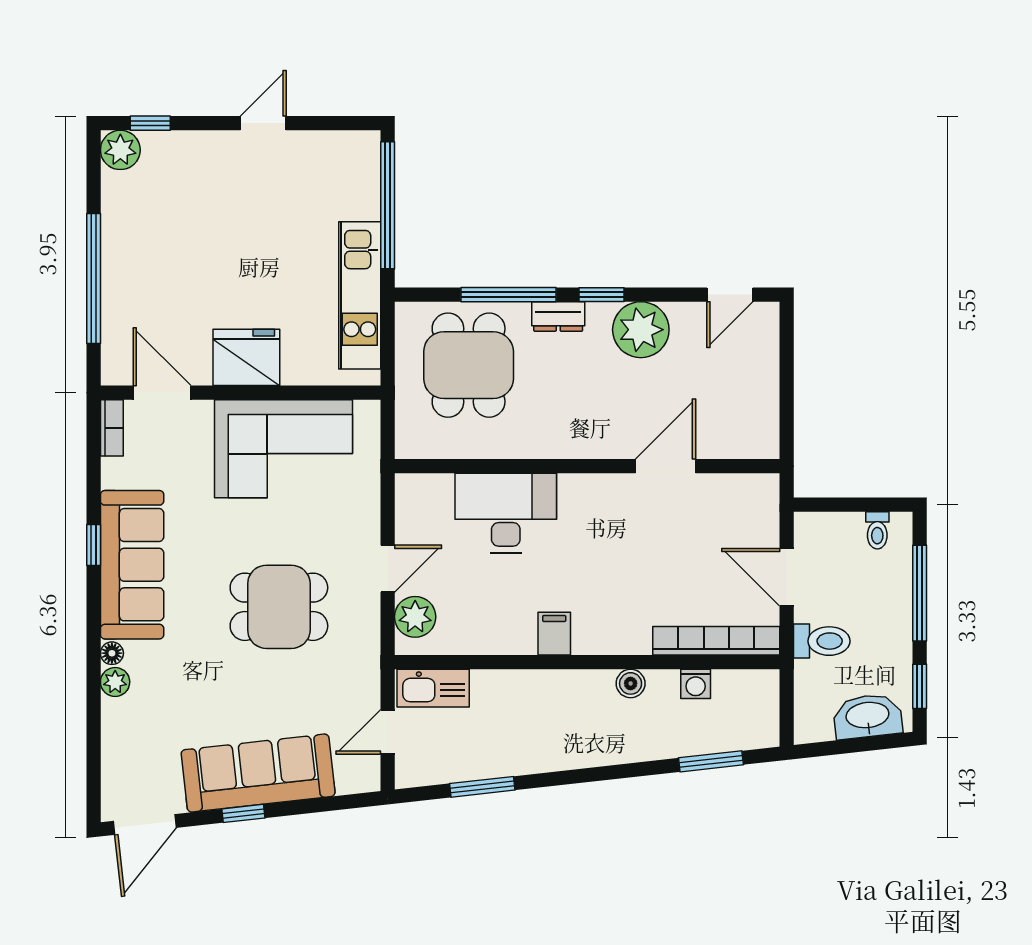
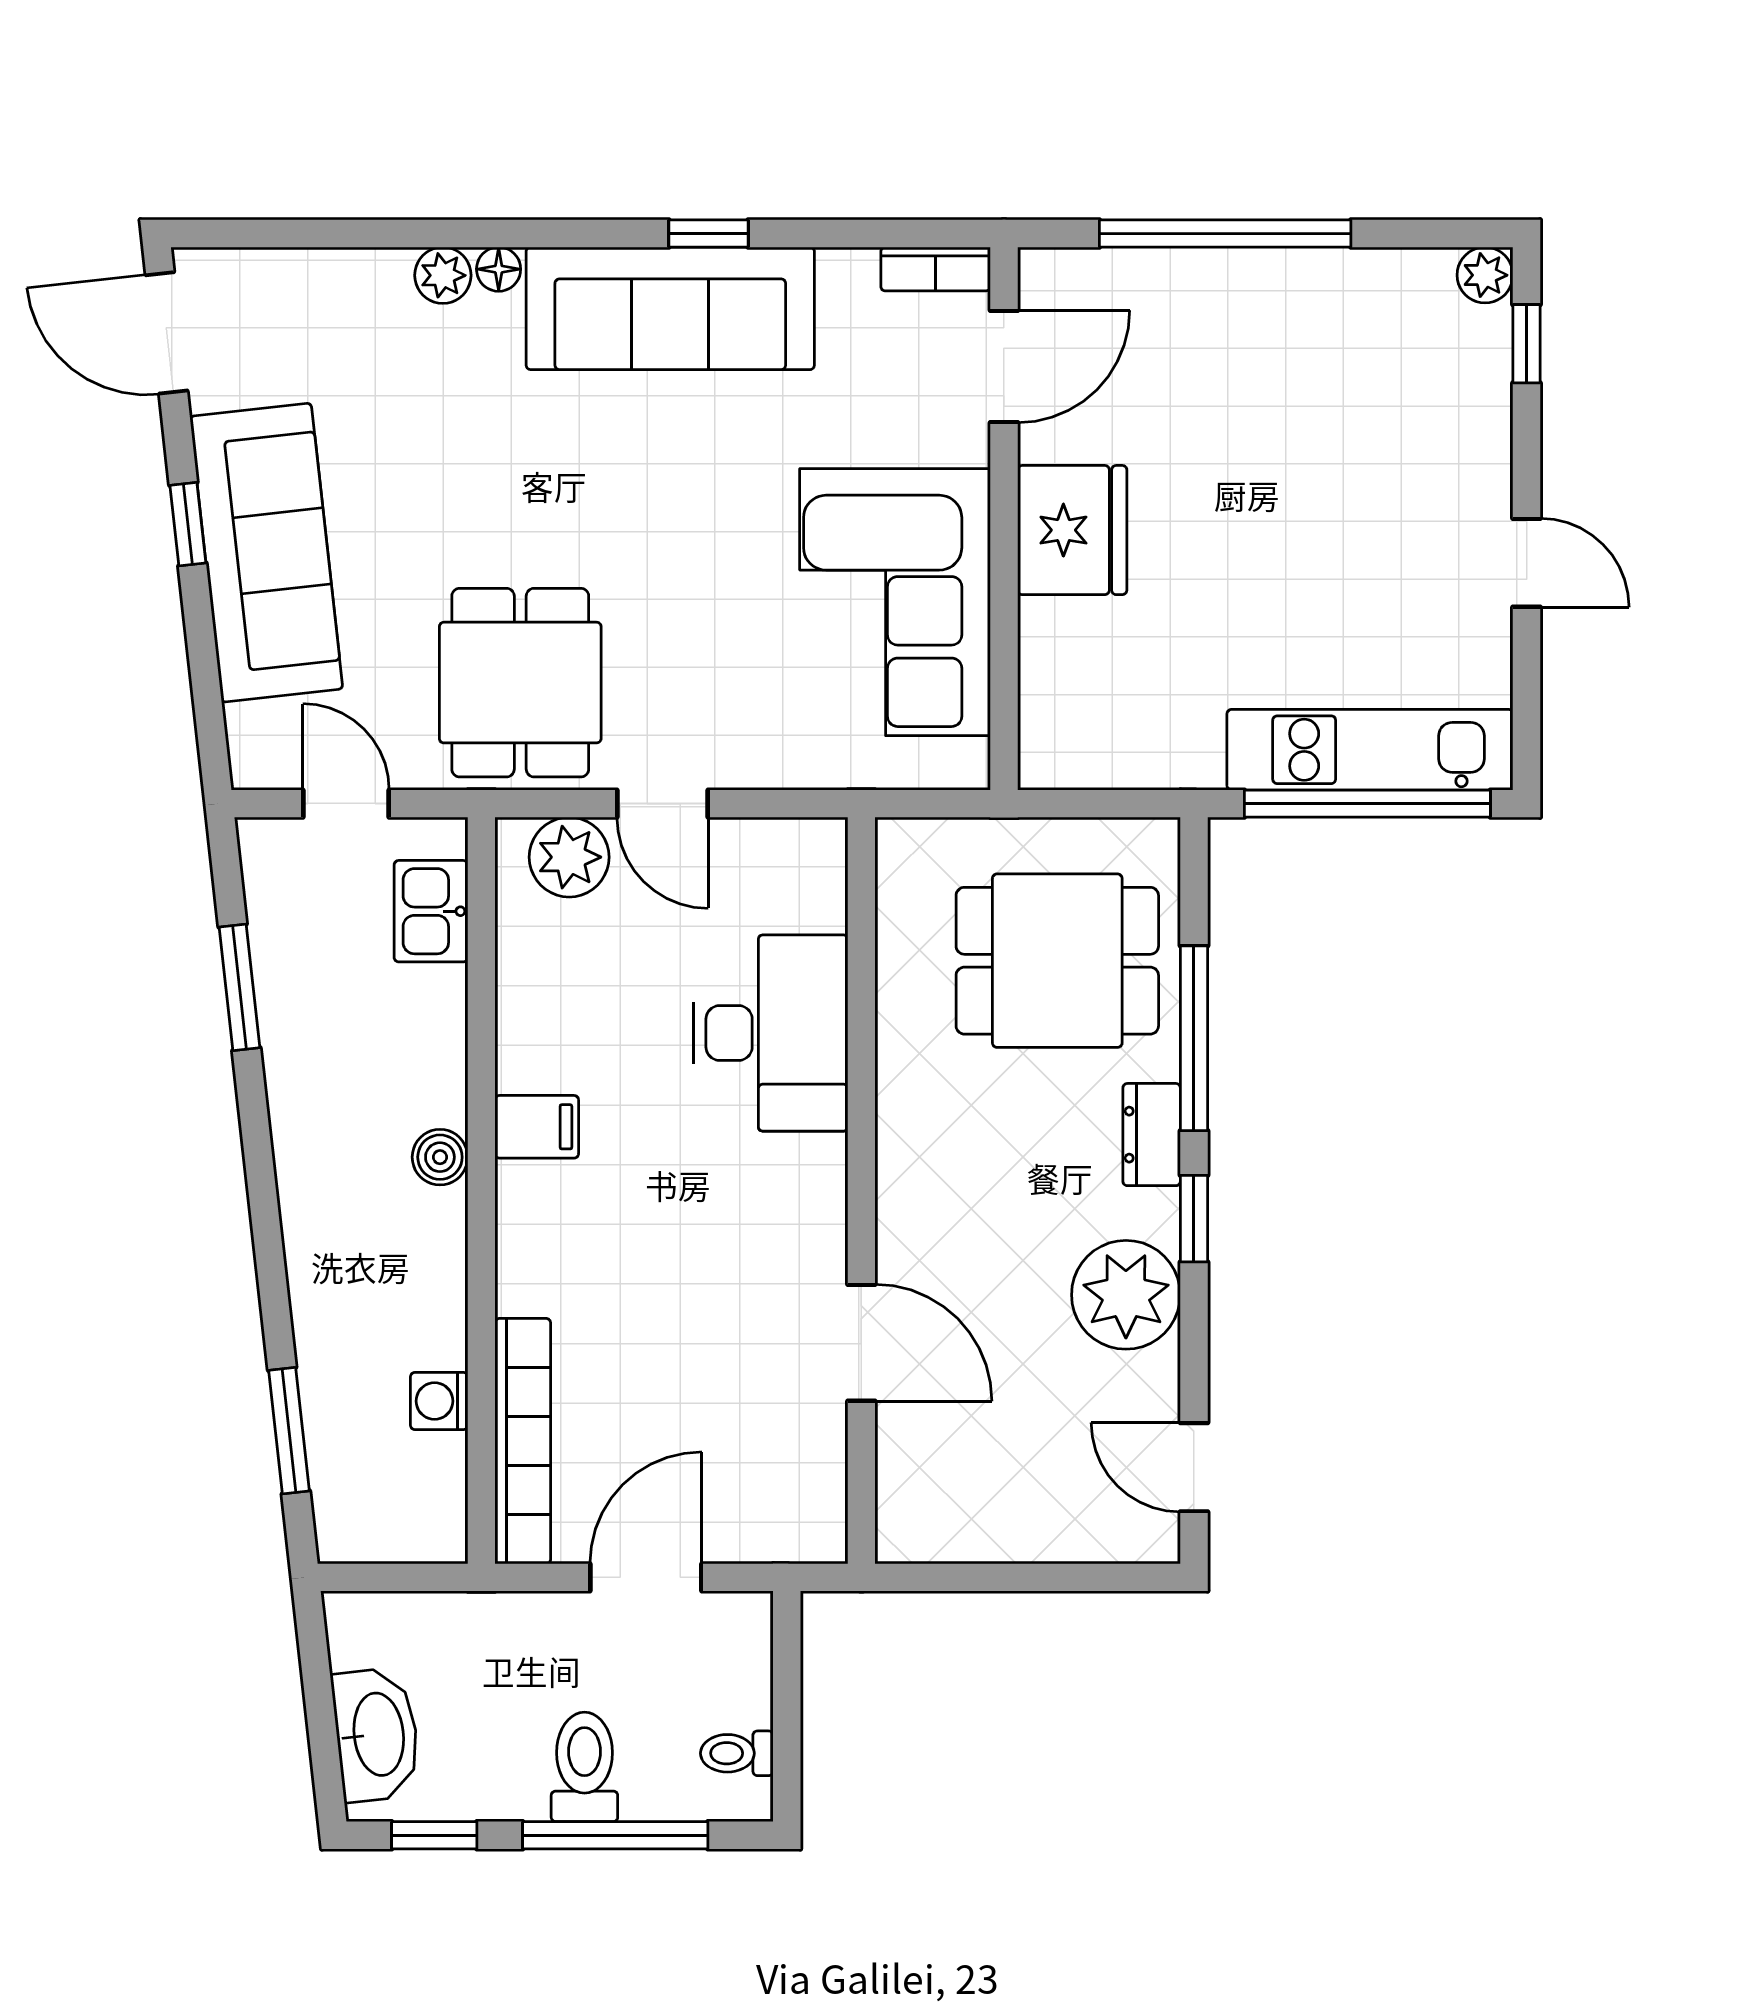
plant: (120, 150) -> (1485, 275), width x0.73, depth x0.73
kitchen unit: (360, 295) -> (1370, 750), moved
dining table: (279, 607) -> (520, 683), moved
toilet: (822, 641) -> (584, 1767), moved, turned 180
boiler: (631, 683) -> (440, 1157), moved
kitchen sink: (433, 688) -> (431, 911), width x0.73

